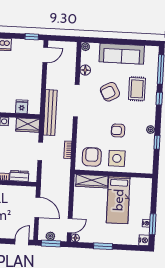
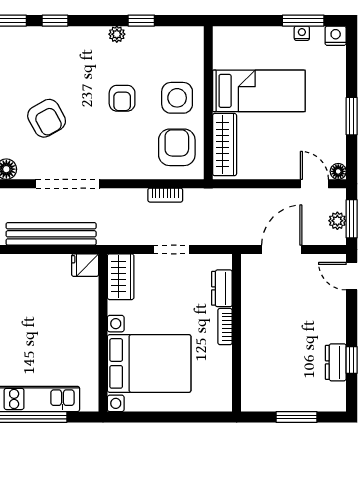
rug: (137, 89) -> (38, 65), removed
fridge: (22, 107) -> (85, 265), moved
bench: (50, 113) -> (51, 234), moved
armchair: (92, 157) -> (177, 147), turned 90

